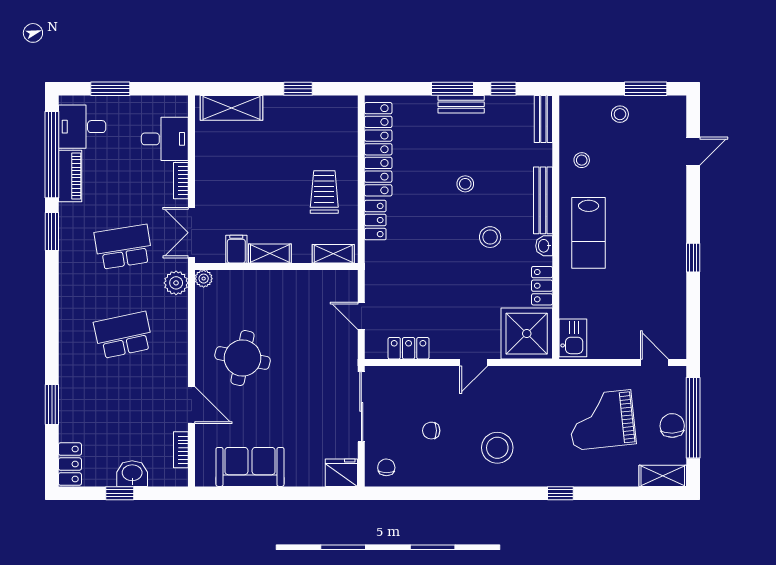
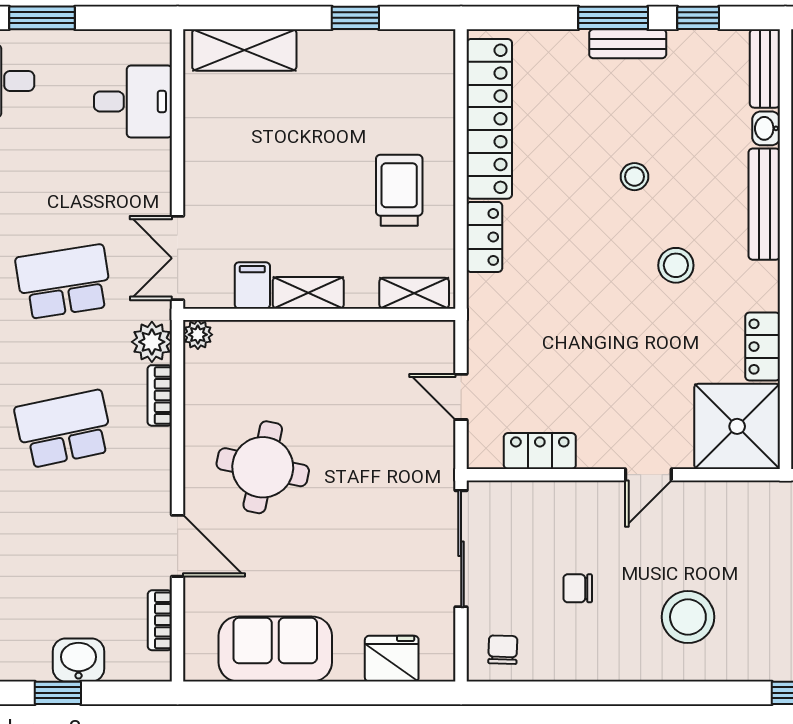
bookcase: (181, 181) -> (160, 395), moved
washbasin: (544, 246) -> (766, 128), moved
fridge: (341, 473) -> (392, 659), moved

